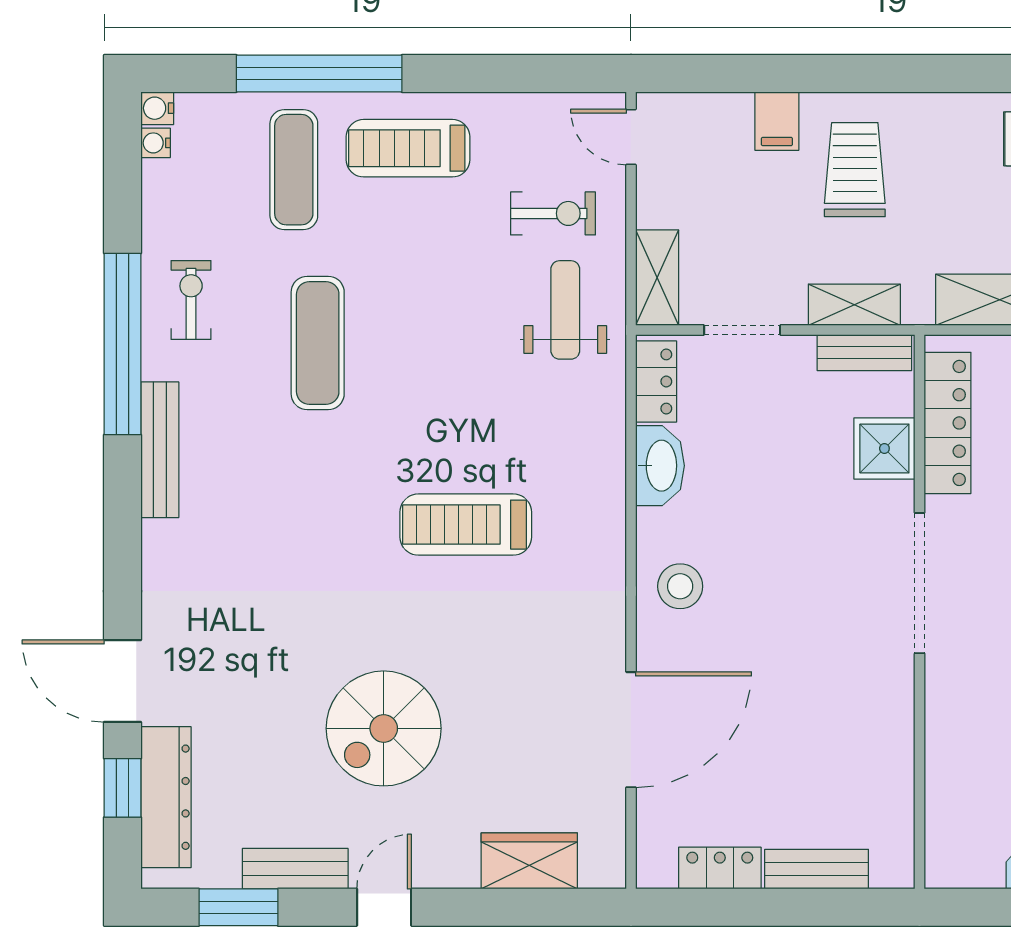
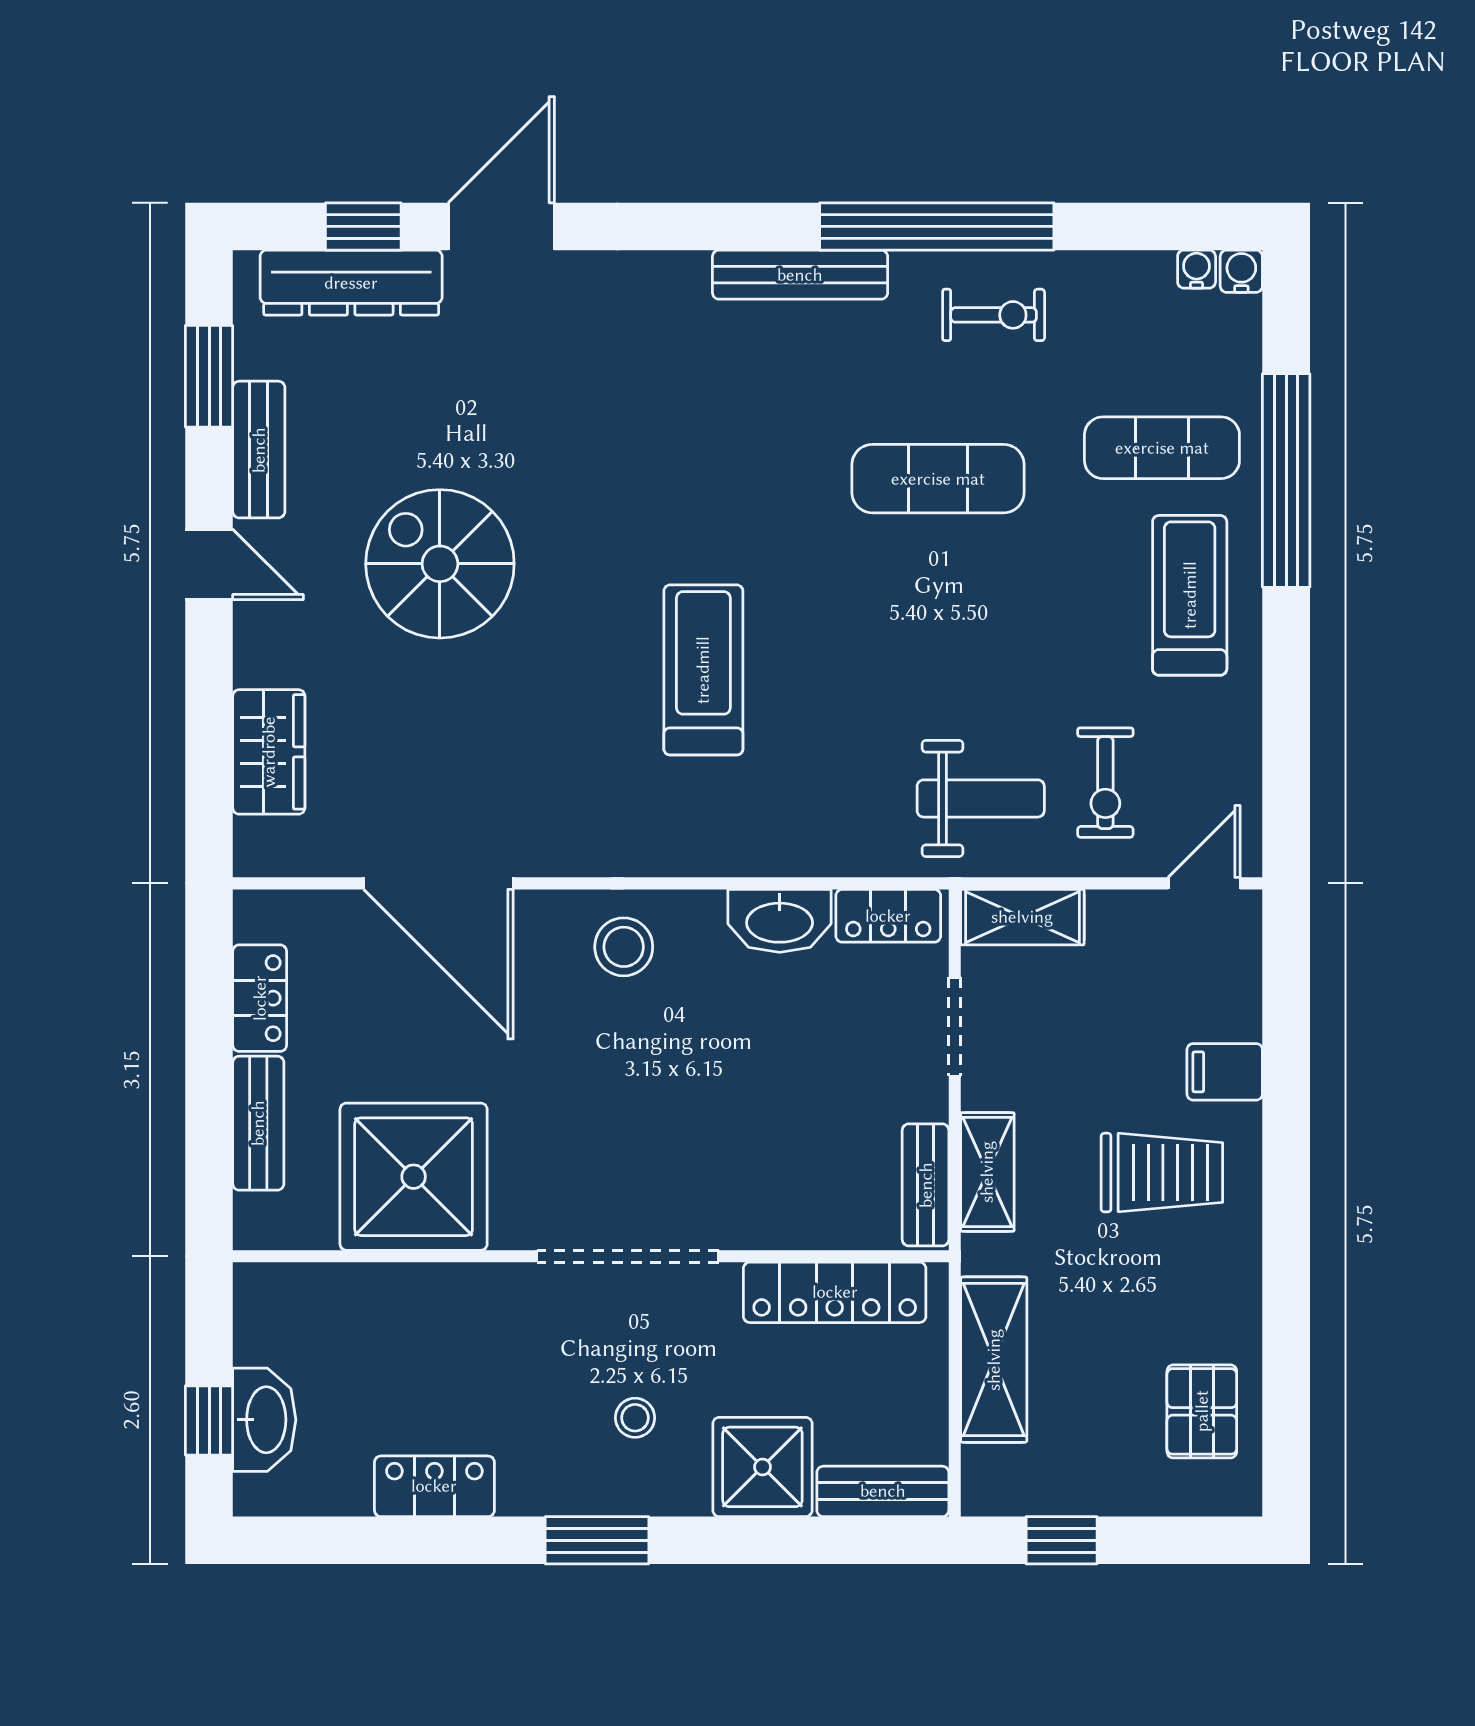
shower: (884, 448) -> (414, 1177), moved, width x1.86, depth x1.86

